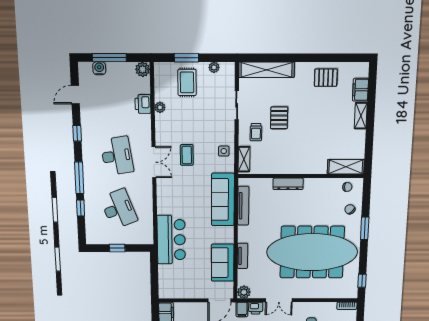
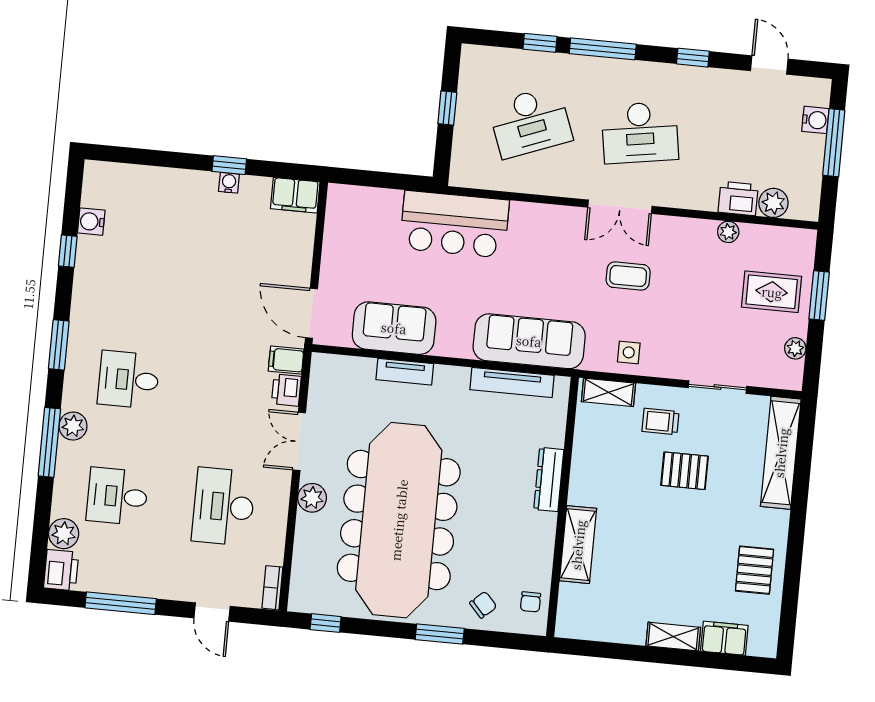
plant: (143, 69) -> (773, 203), moved
shelving: (346, 167) -> (578, 545), moved
plant: (244, 292) -> (312, 498), moved

